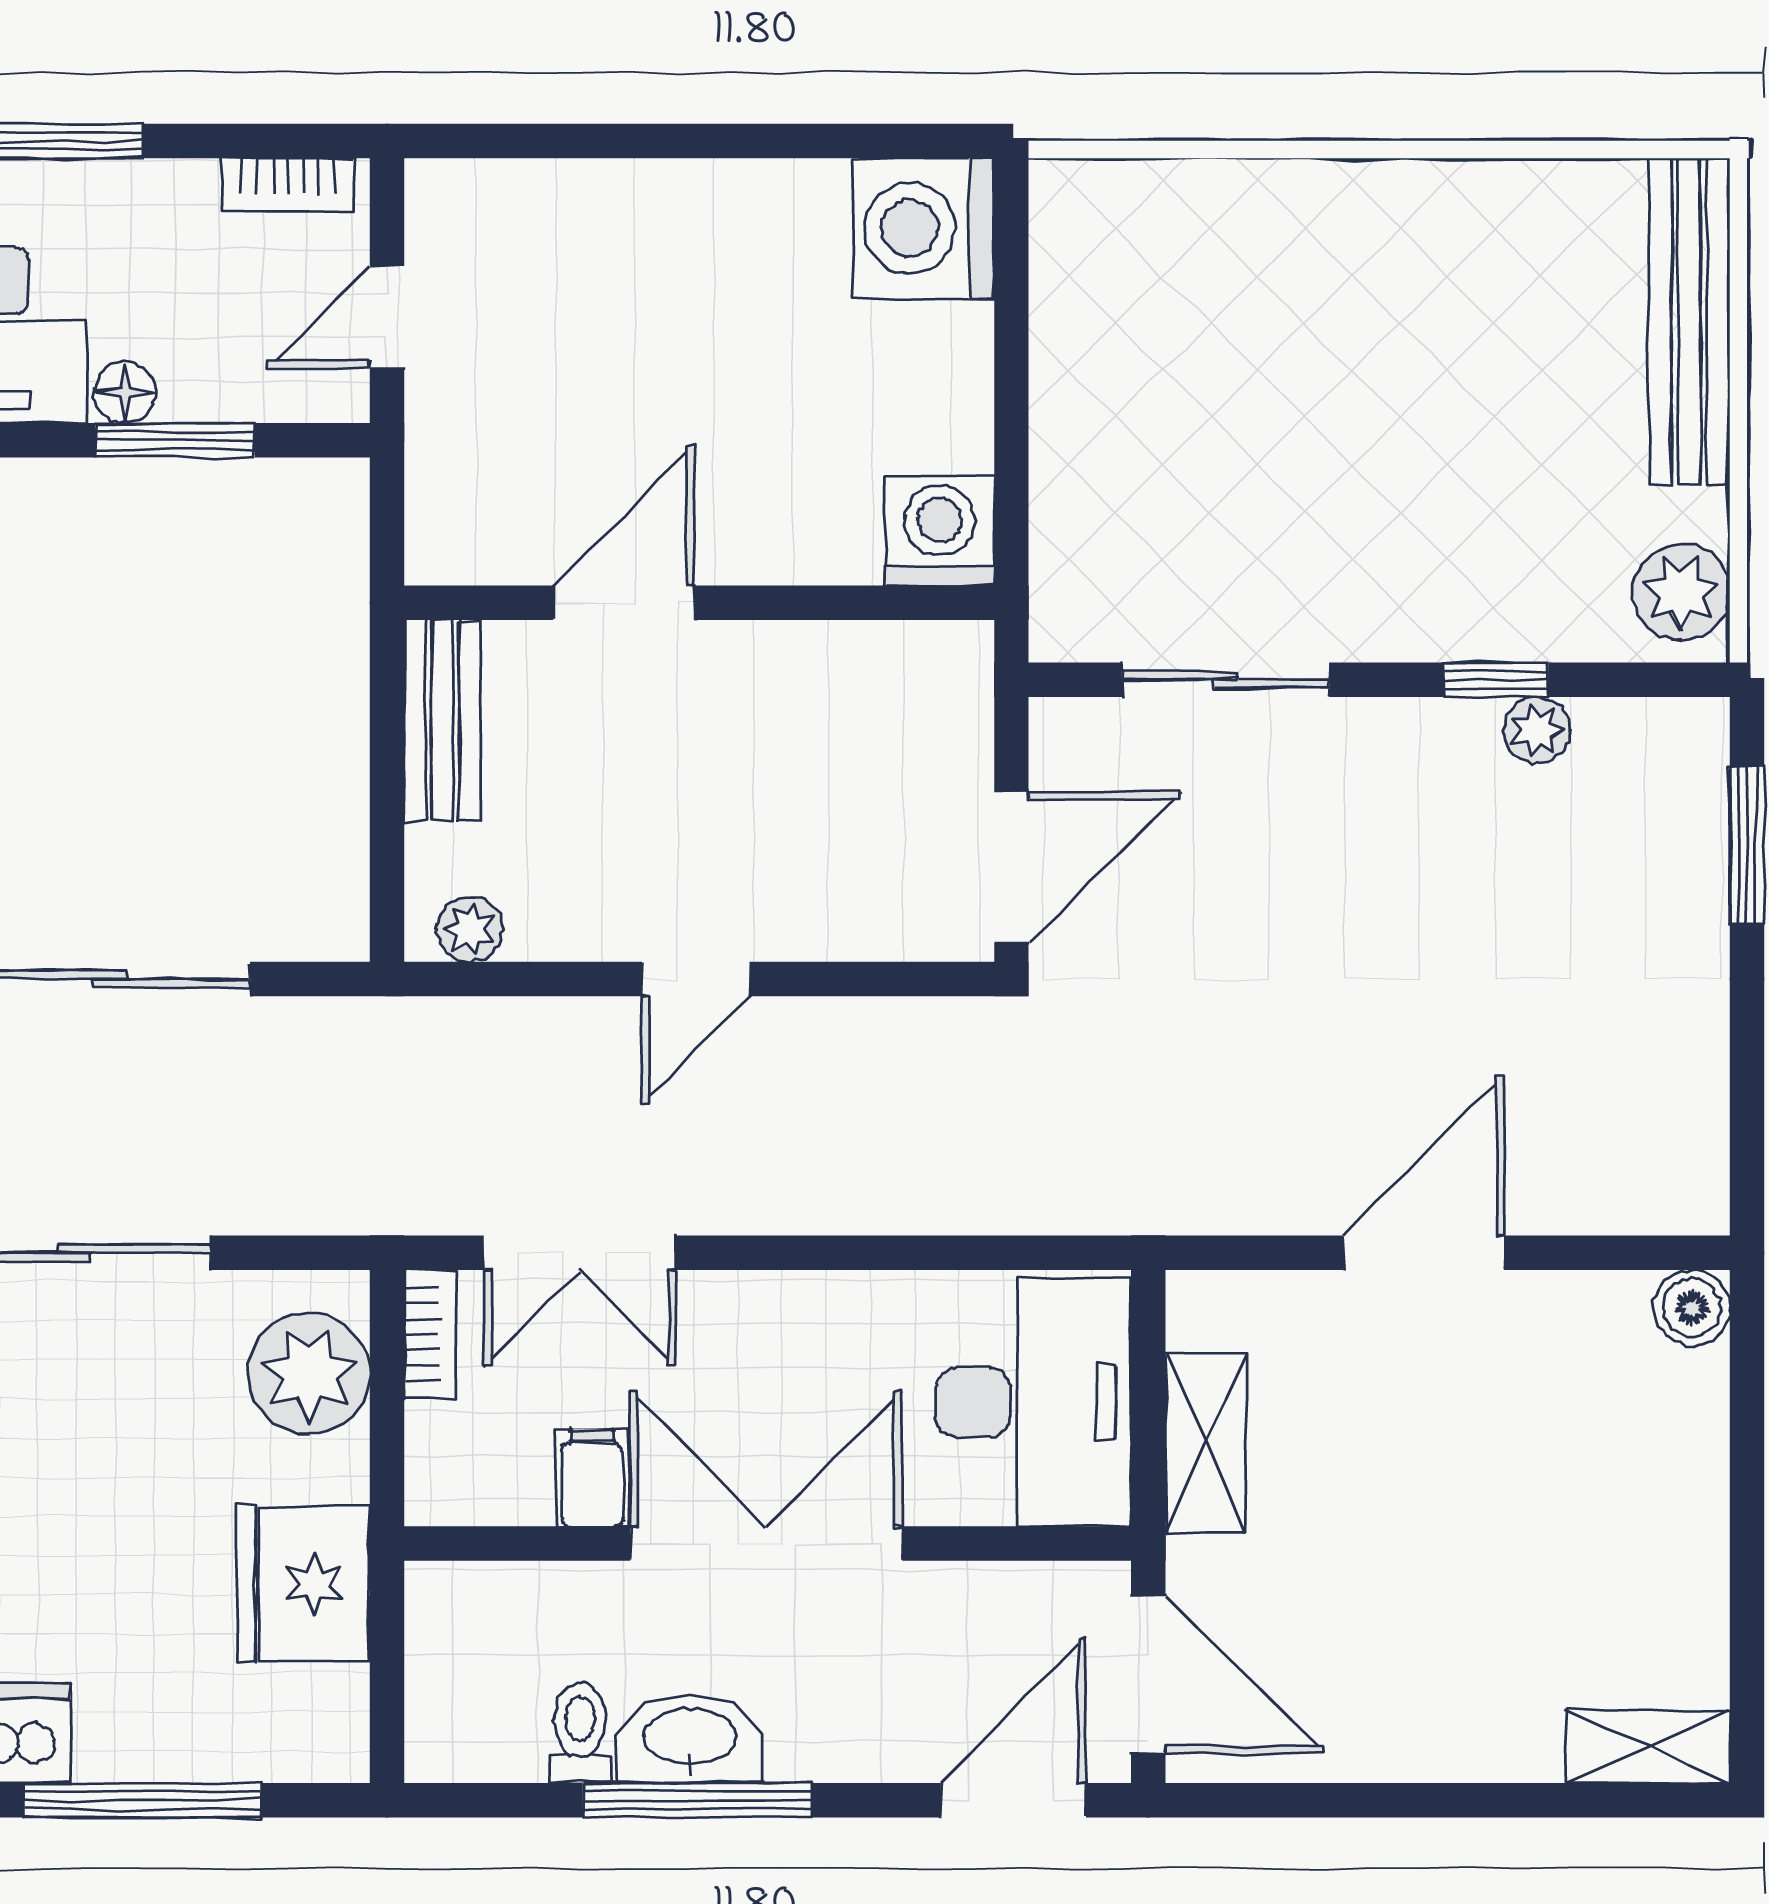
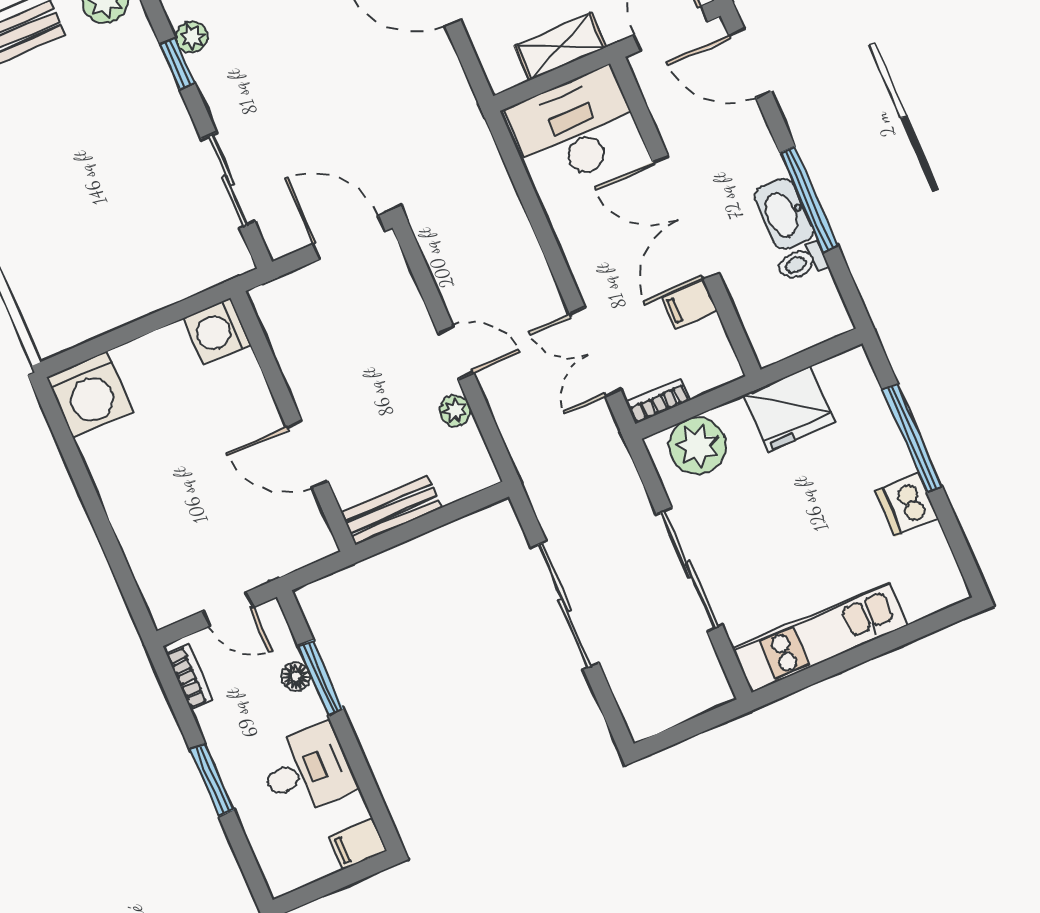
floor lamp: (125, 392) -> (296, 677), moved
plant: (470, 929) -> (455, 411), moved
double door: (580, 1253) -> (595, 352), swing flipped

